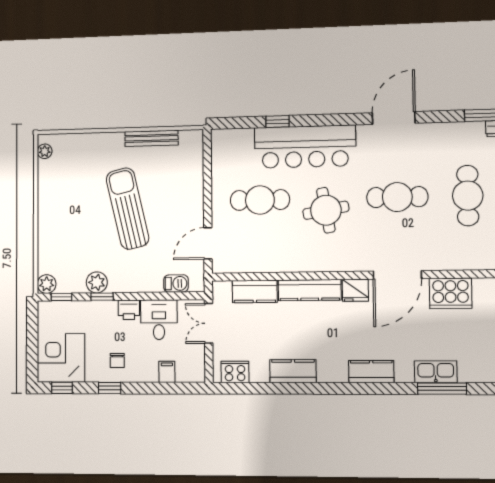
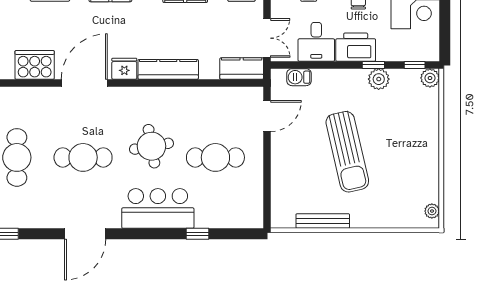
bar counter: (305, 147) -> (158, 208), width x0.73
kitchen counter: (255, 292) -> (242, 68), moved
printer: (129, 310) -> (356, 47), width x1.87, depth x1.48

